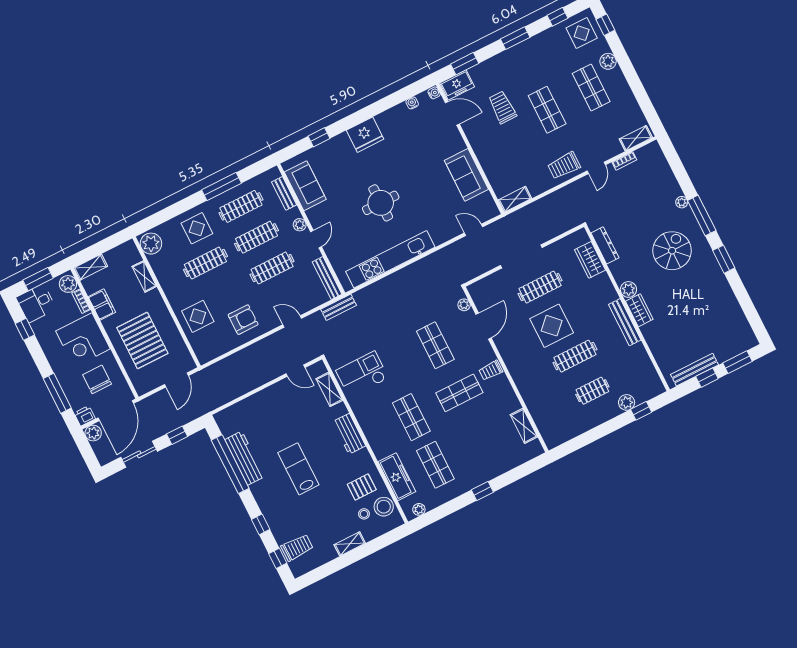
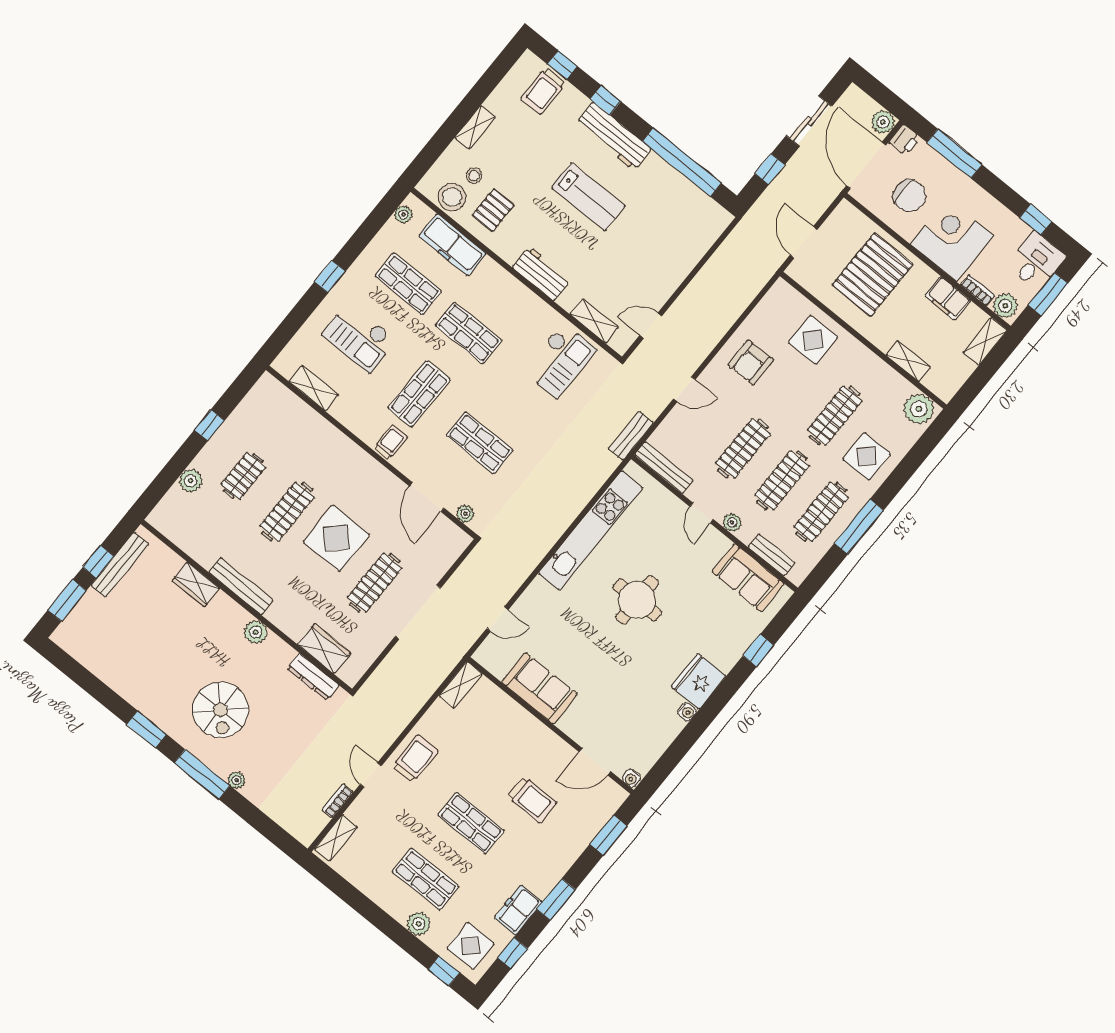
freezer: (457, 85) -> (518, 910), moved
water cooler: (412, 103) -> (687, 712), moved
wardrobe: (639, 310) -> (196, 584), moved
pallet: (142, 340) -> (873, 275), turned 90
window: (641, 411) -> (209, 425), moved
checkout: (481, 445) -> (359, 337), added
workbench: (245, 458) -> (613, 136), moved

